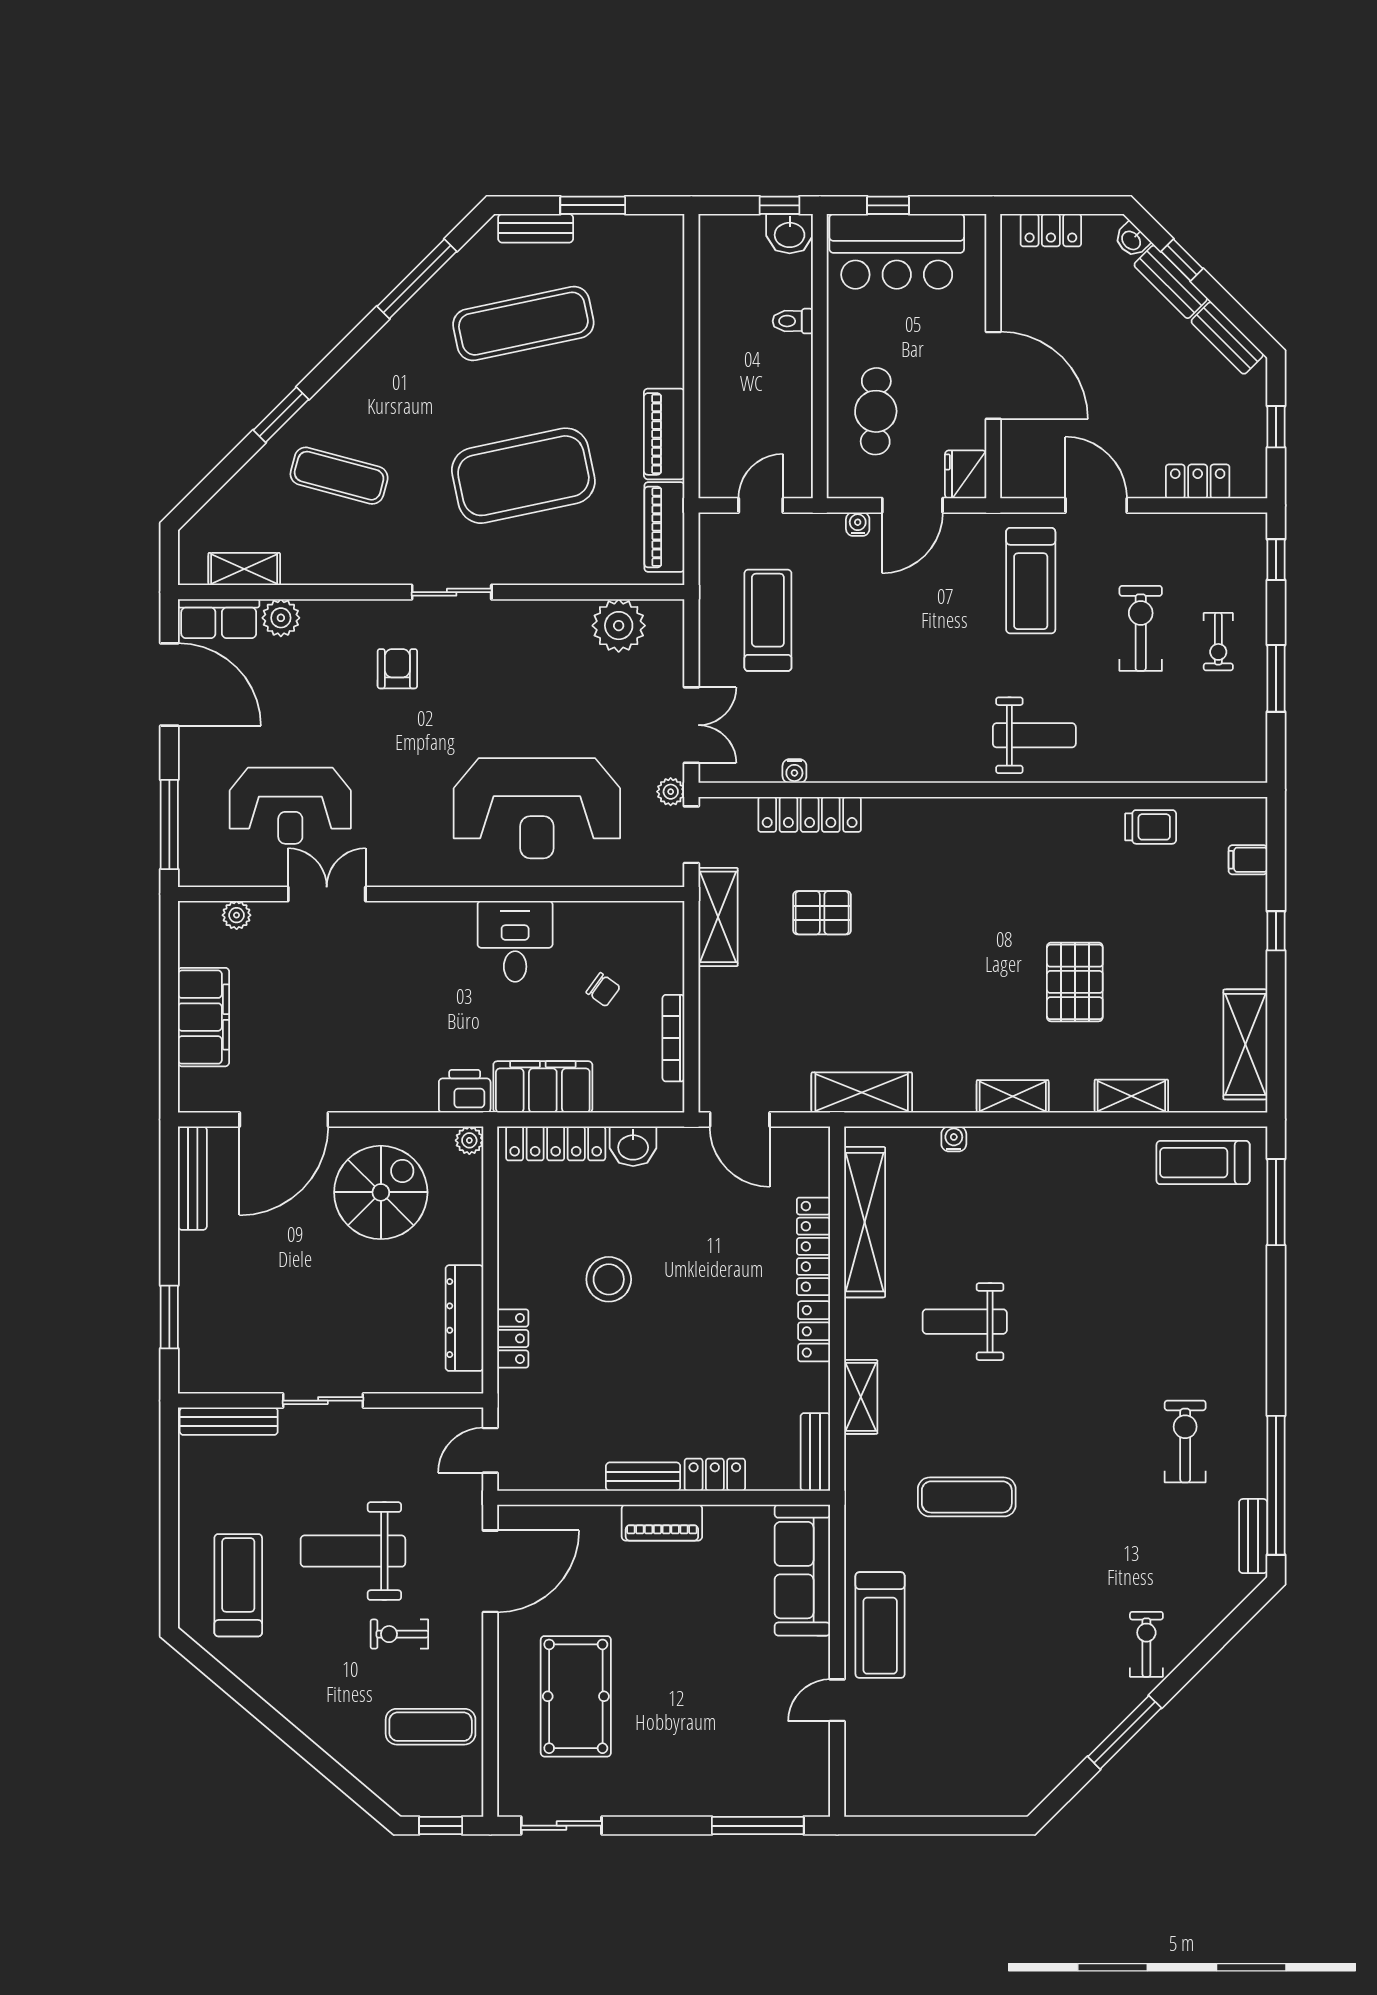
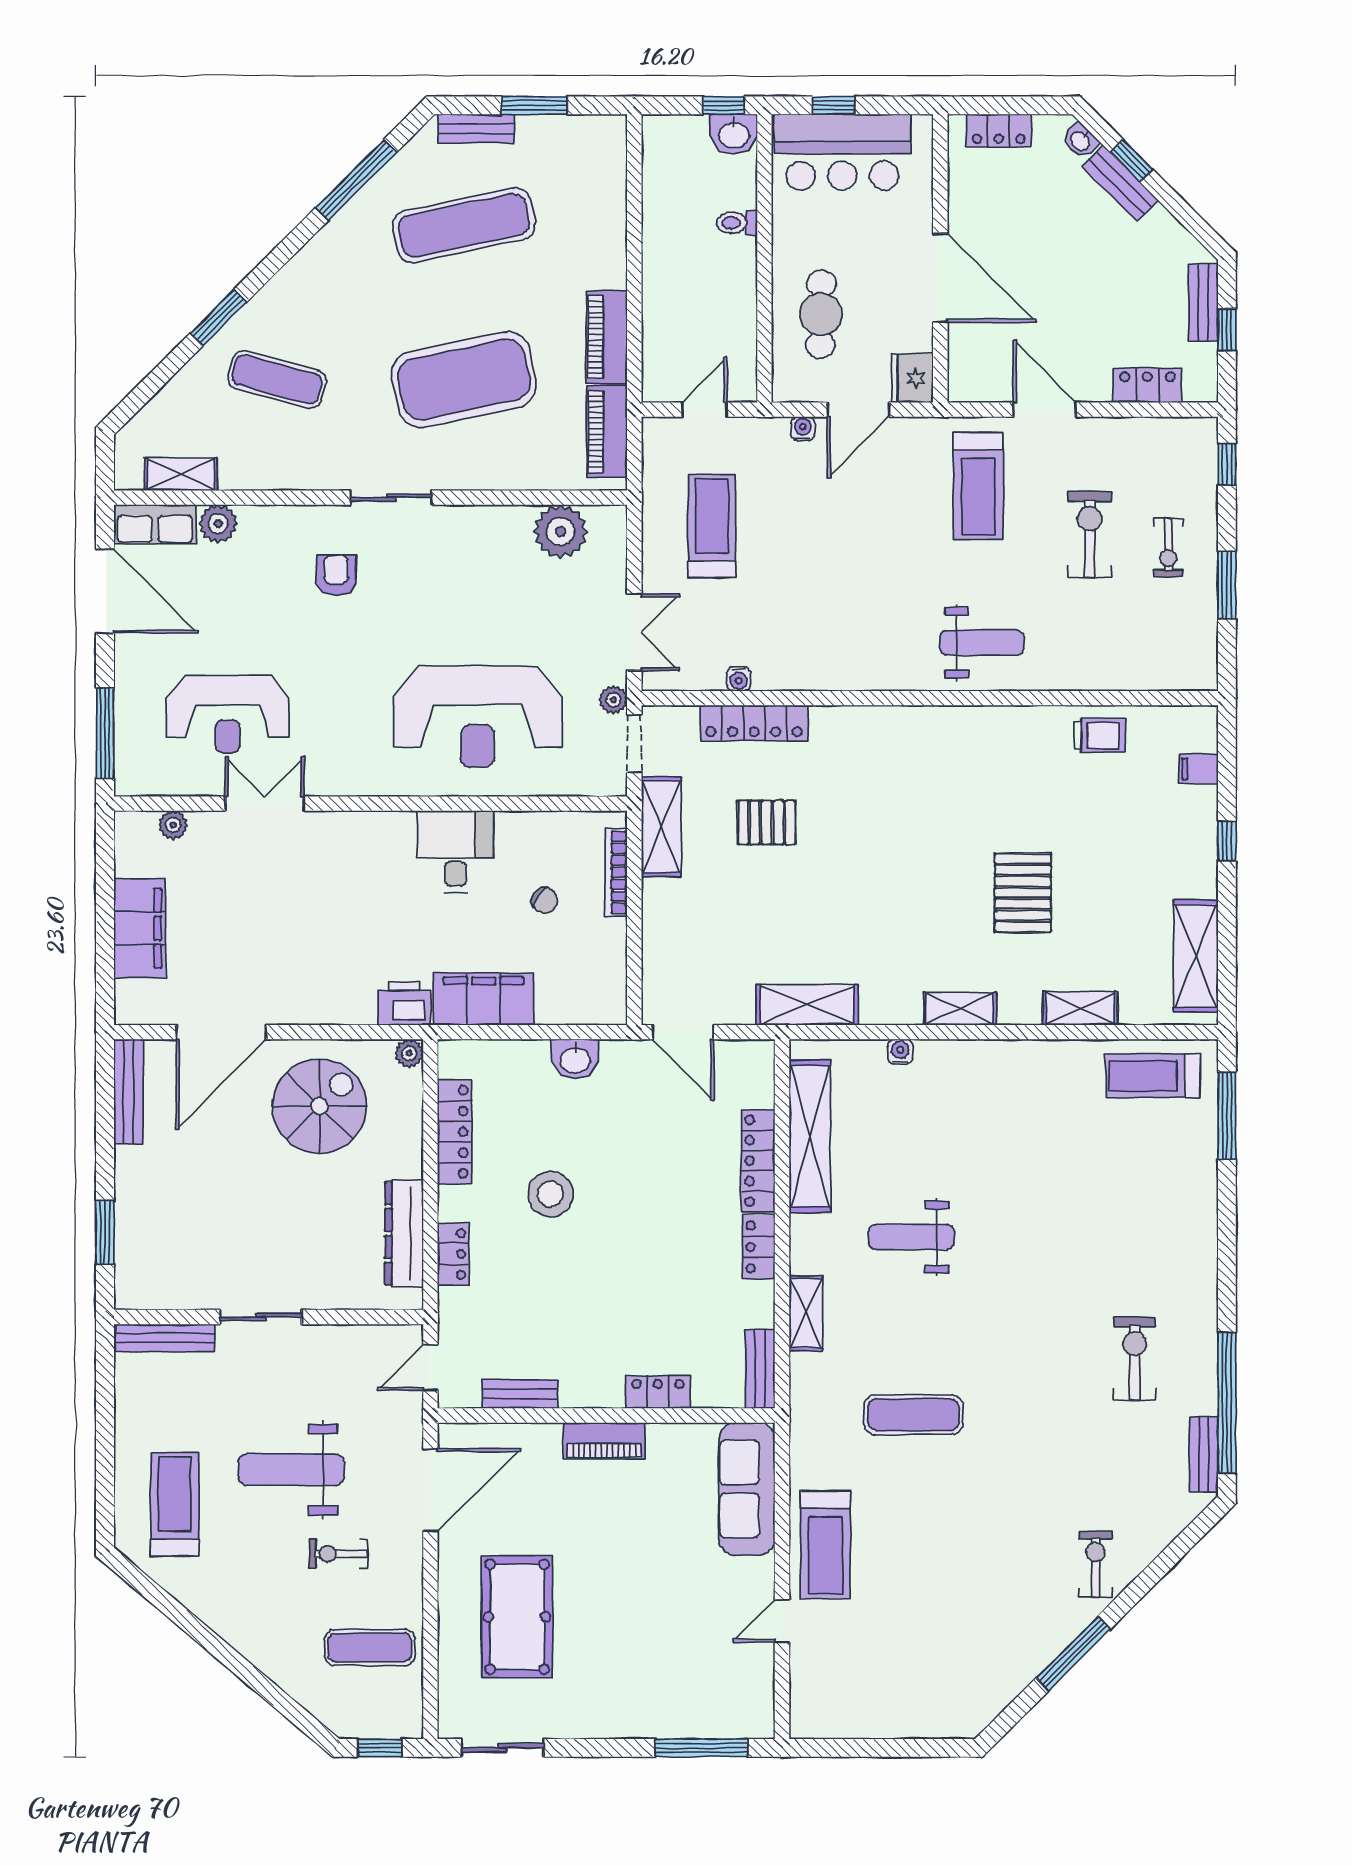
bench: (1227, 338) -> (1203, 303), moved, turned 45
bookcase: (673, 1038) -> (616, 872), moved
locker: (556, 1143) -> (455, 1132), moved, turned -90
bench: (643, 1477) -> (520, 1394), moved

